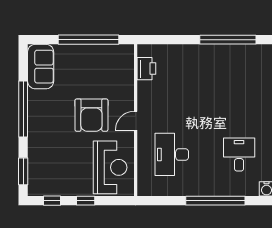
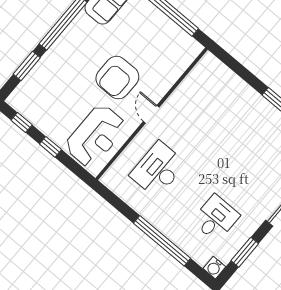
printer: (146, 69) -> (198, 77), removed
door: (136, 121) -> (151, 114), hinge flipped
window: (23, 171) -> (27, 66), moved

